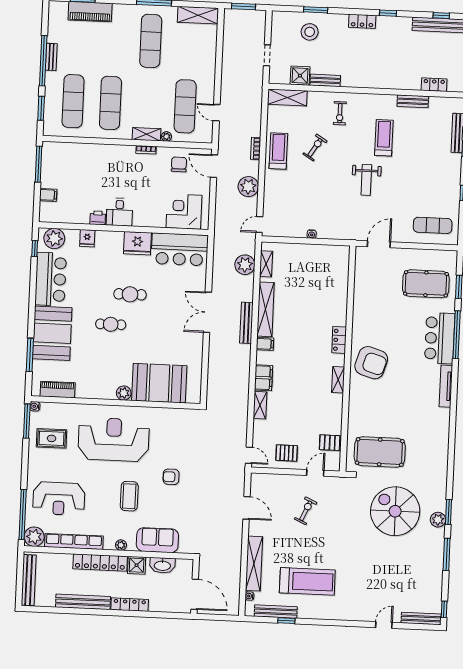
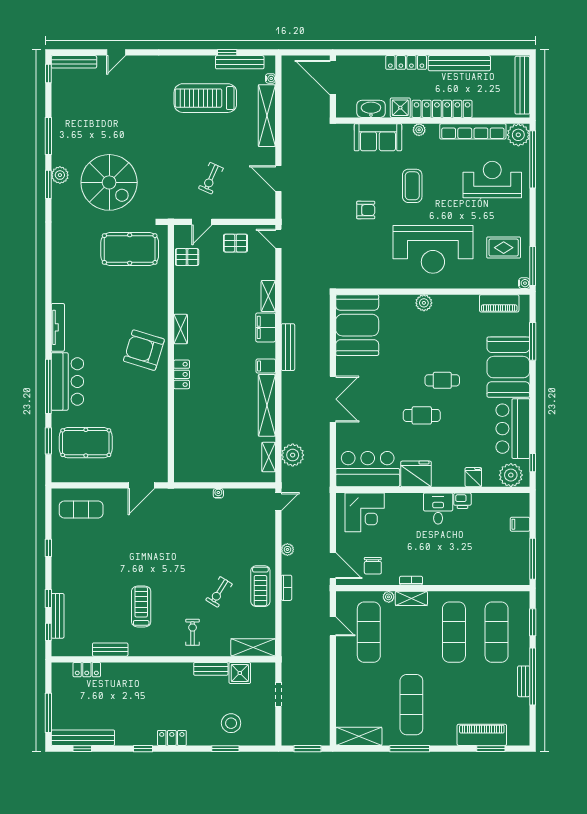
treadmill: (384, 138) -> (141, 606), turned 180
weight bench: (366, 180) -> (159, 558), removed
plant: (248, 187) -> (287, 549), width x0.53, depth x0.53
bench: (246, 323) -> (288, 347), moved
booth: (159, 383) -> (357, 325), moved, turned 90

